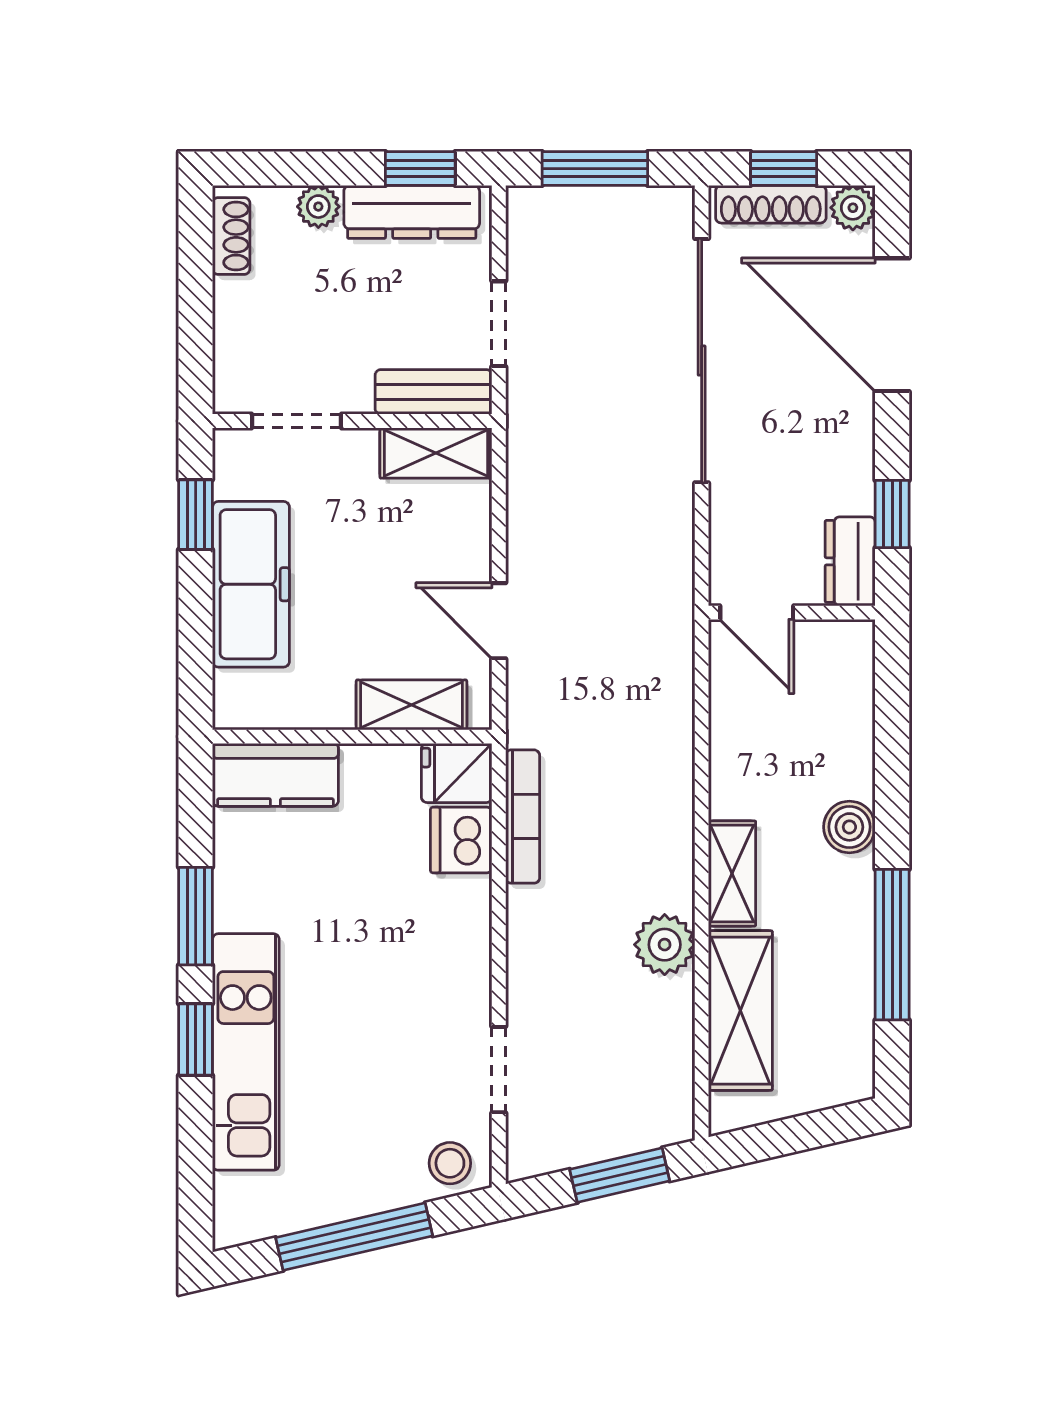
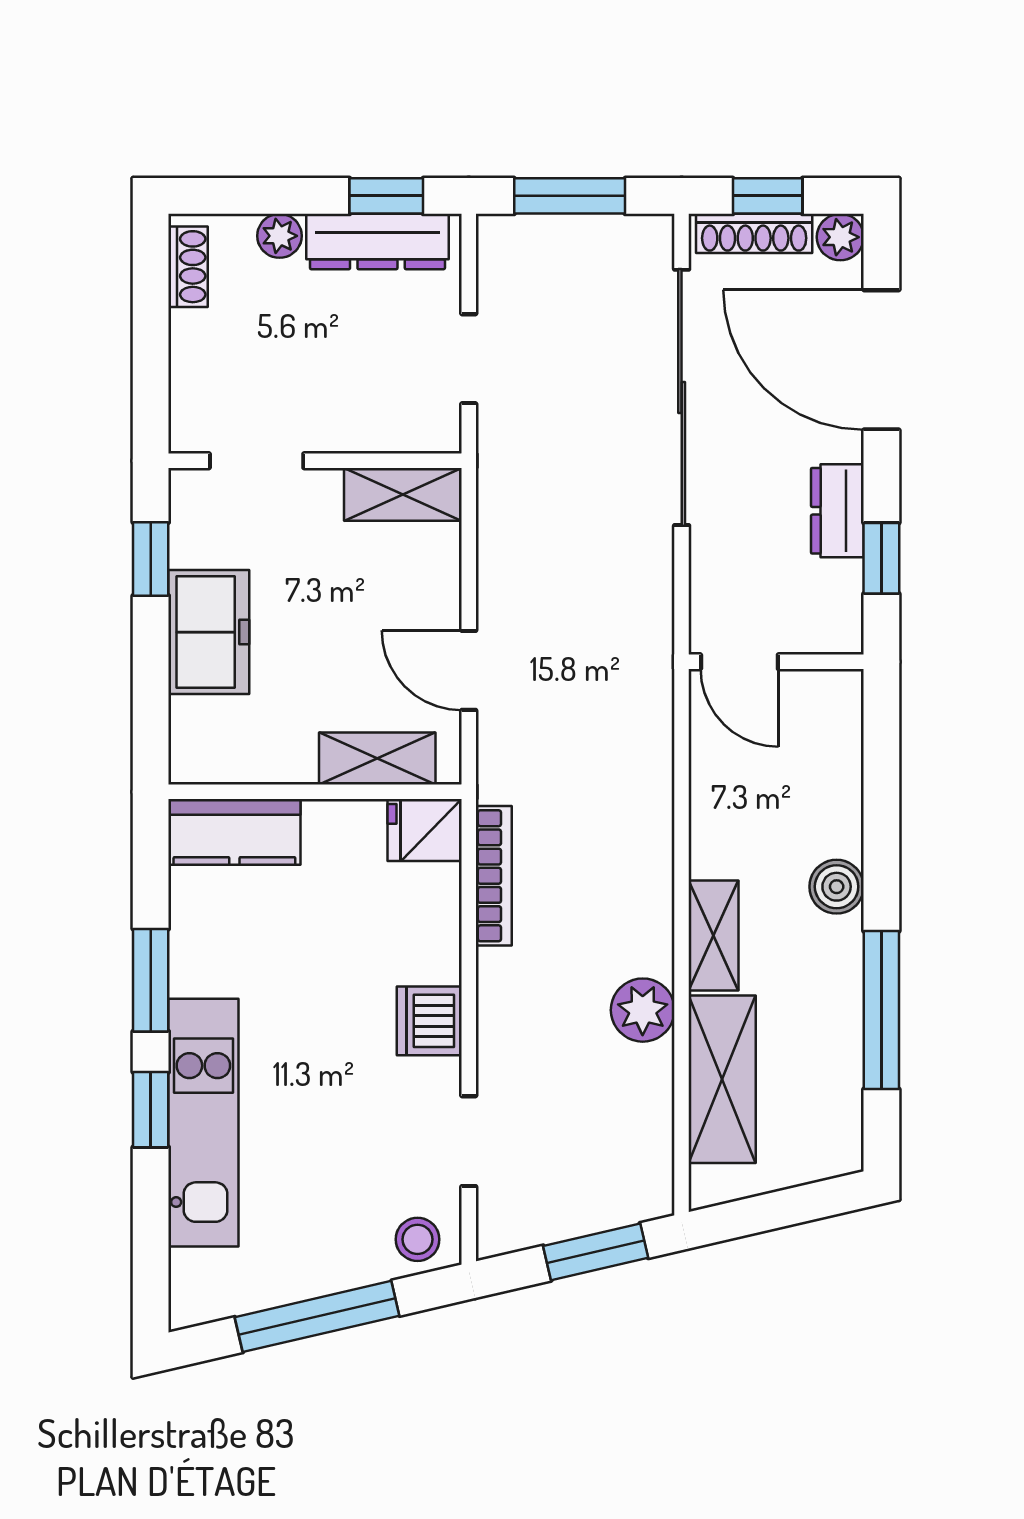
bench: (434, 392) -> (400, 430), removed
dresser: (850, 561) -> (837, 511), moved
freezer: (251, 584) -> (209, 632), width x0.71
dishwasher: (461, 840) -> (429, 1021), moved

